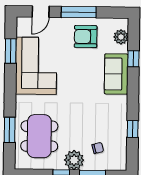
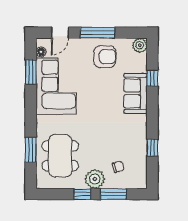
floor lamp: (21, 31) -> (41, 52), added
armchair: (86, 37) -> (105, 57), turned 180
plant: (121, 37) -> (140, 45), moved

